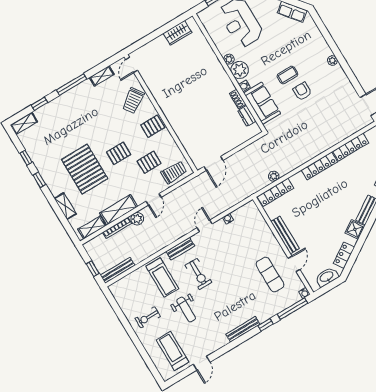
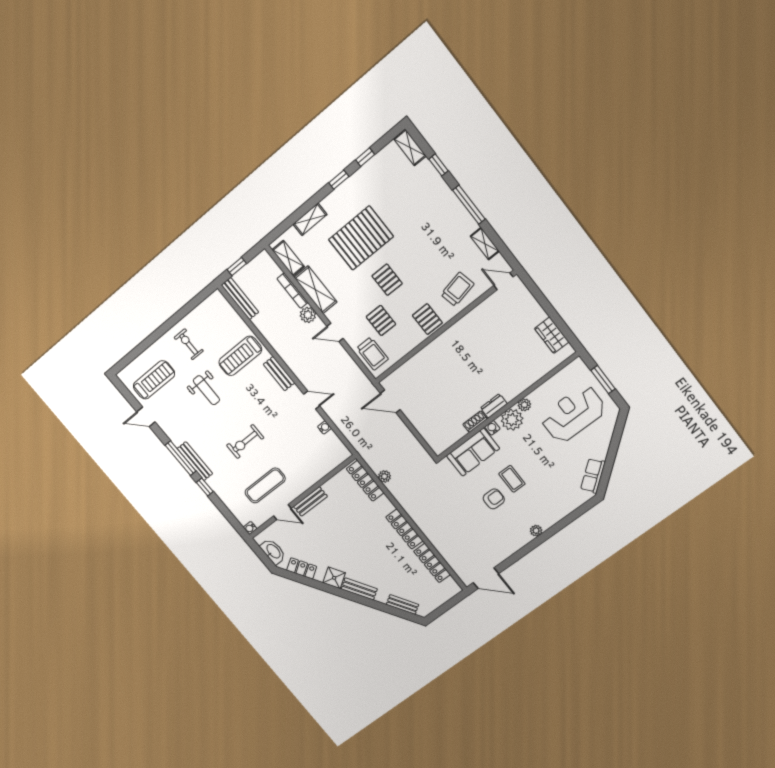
trolley: (133, 101) -> (457, 289), turned 113
dresser: (247, 116) -> (494, 406), moved
bench: (285, 235) -> (310, 501), width x0.73
exercise bike: (198, 274) -> (245, 442), moved
window: (292, 309) -> (181, 458), moved
weight bench: (186, 310) -> (206, 390), turned -90

